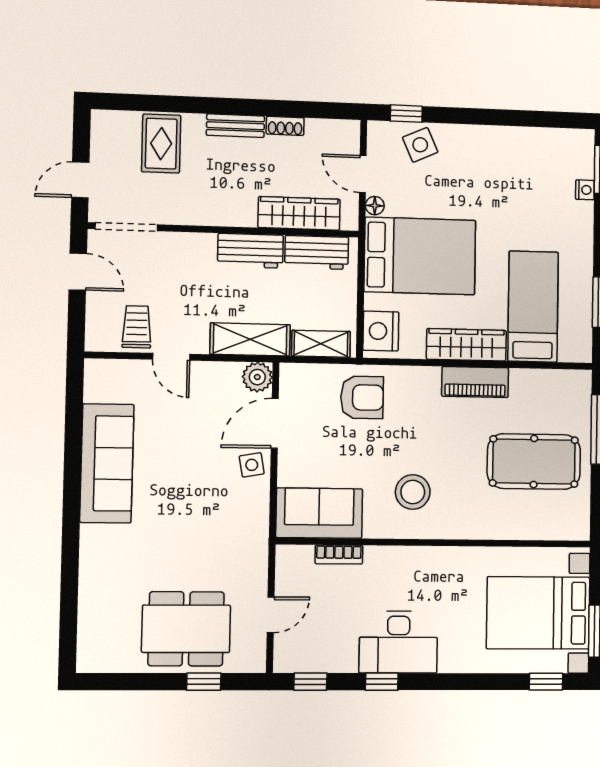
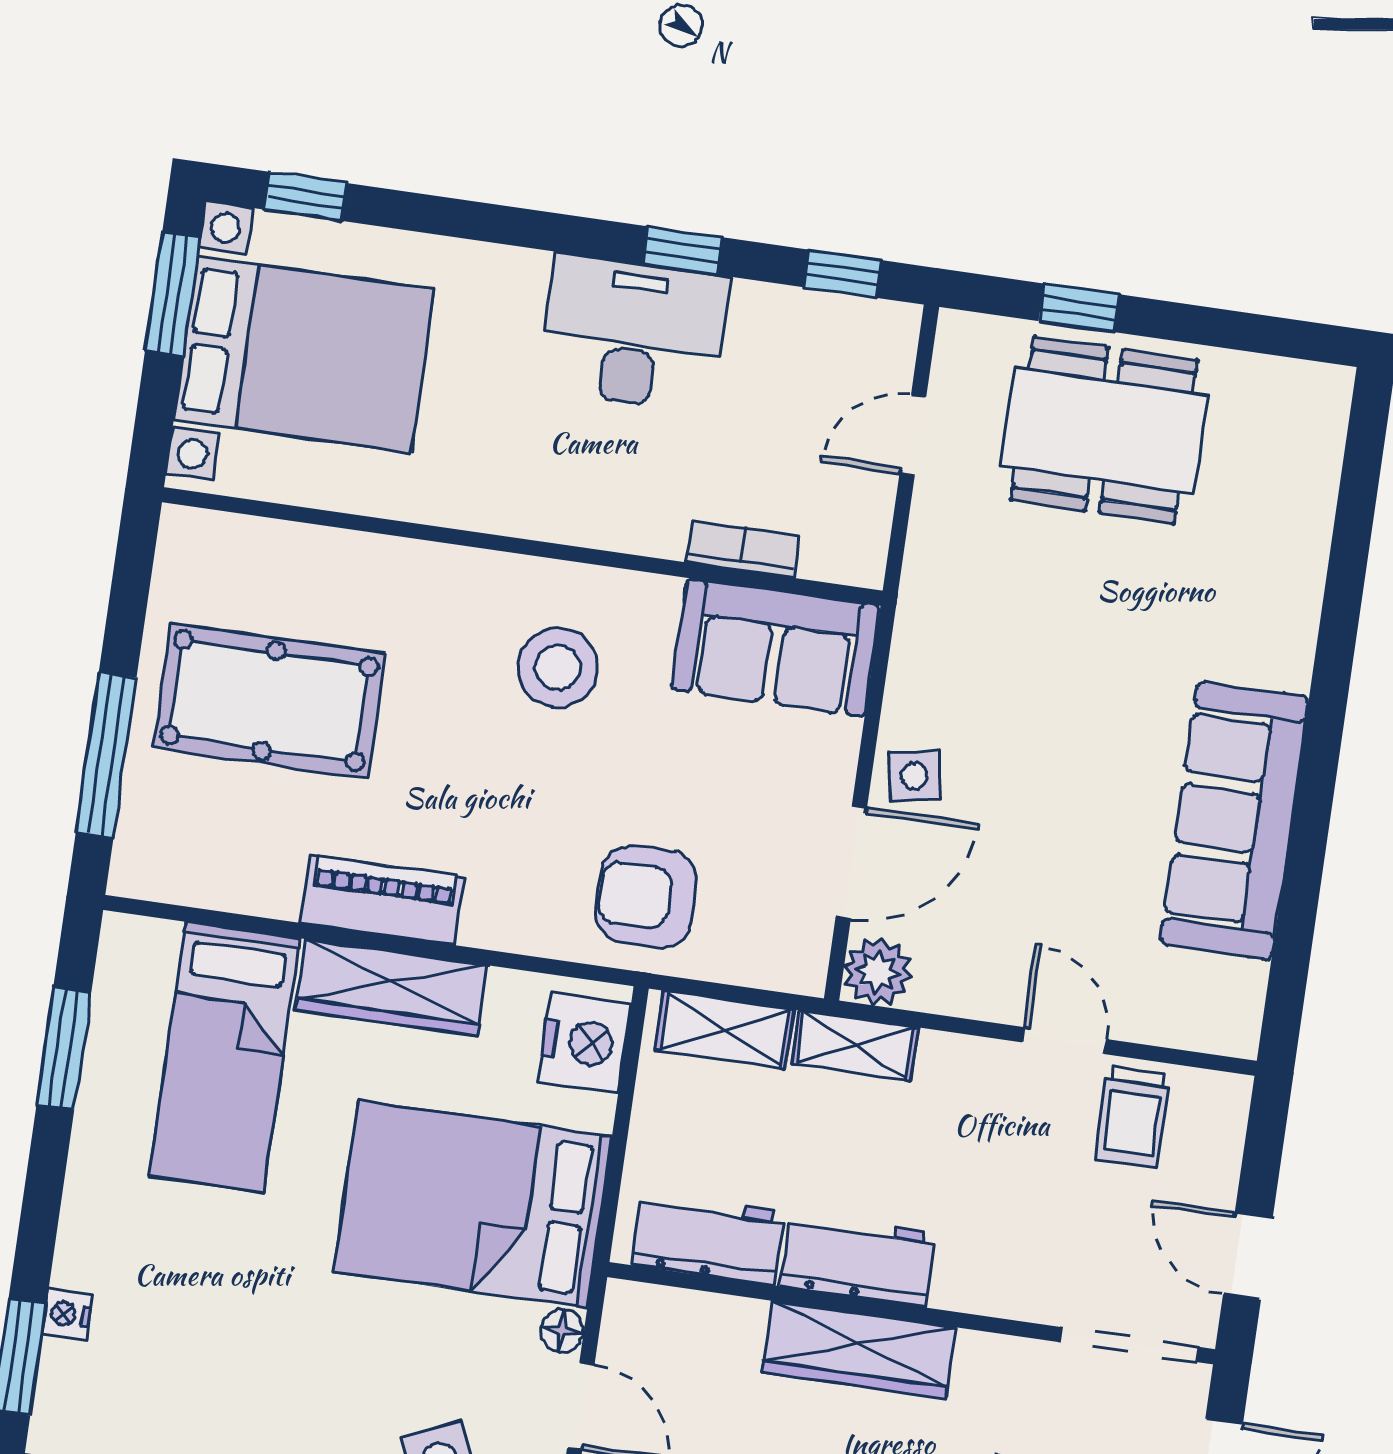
wardrobe: (299, 213) -> (859, 1350), moved
shelving: (250, 339) -> (855, 1045), width x0.67, depth x0.75

